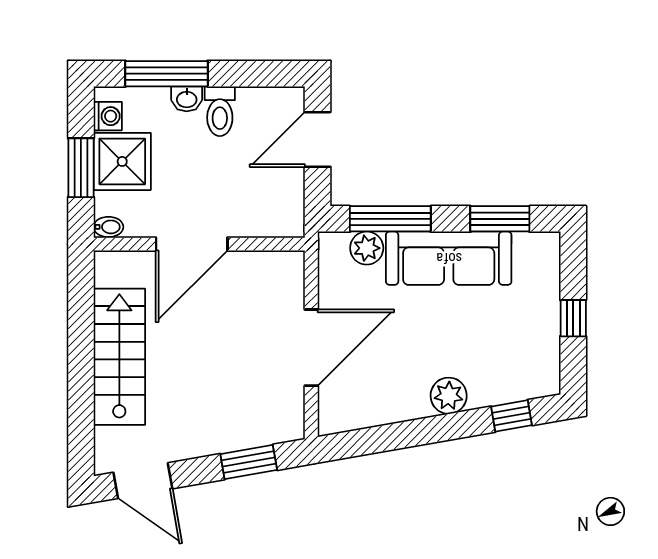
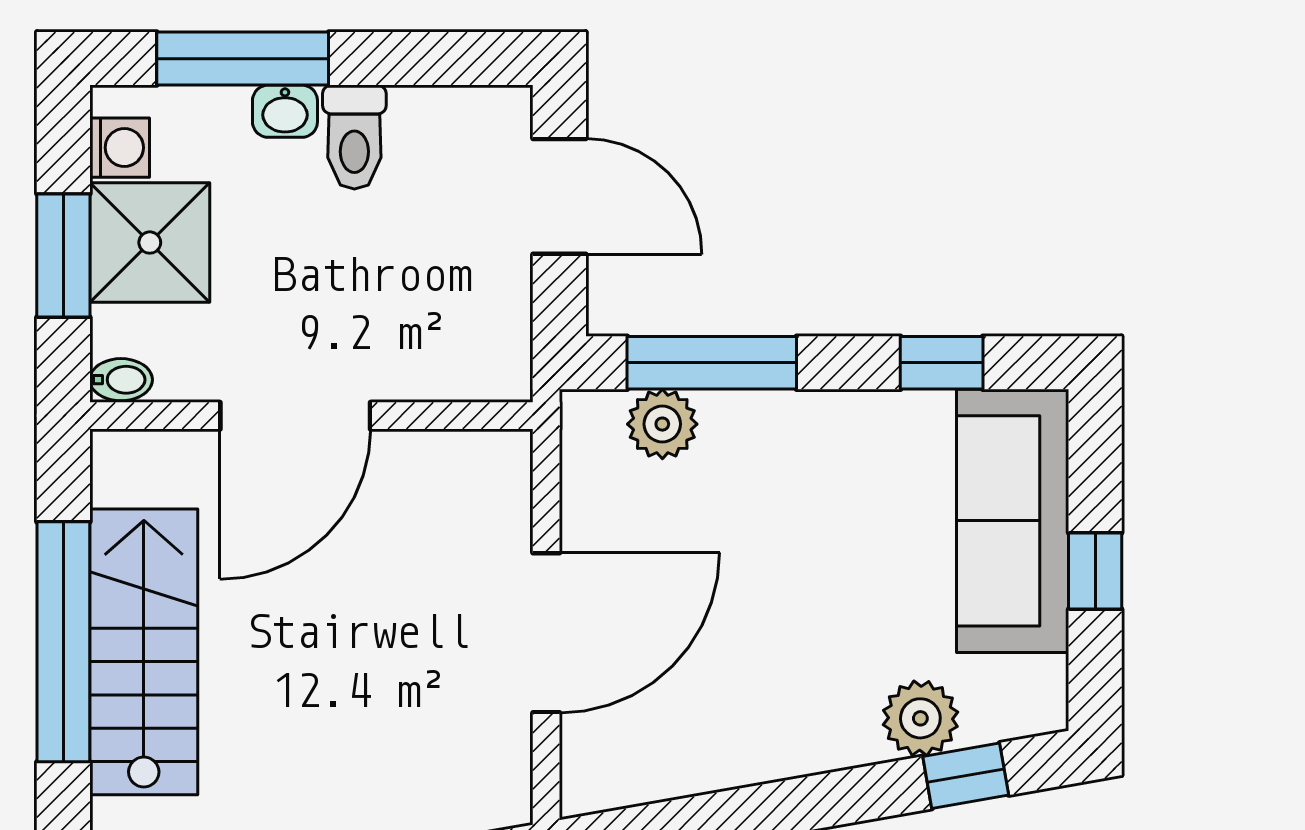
door: (318, 139) -> (559, 196), swing flipped
window: (500, 219) -> (942, 363), width x0.67
sofa: (449, 258) -> (1013, 521), moved, turned 90
window: (81, 352) -> (63, 642), added
plant: (449, 396) -> (920, 718), moved

